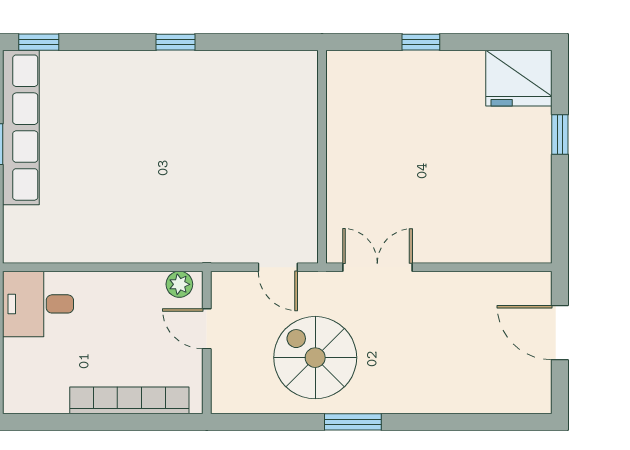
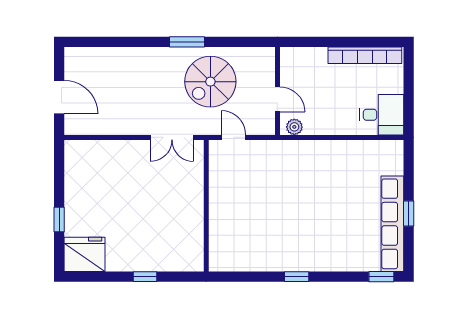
spiral stairs: (315, 358) -> (210, 82), turned 90
bookcase: (129, 400) -> (365, 55), moved

